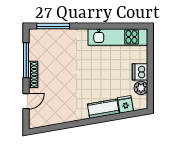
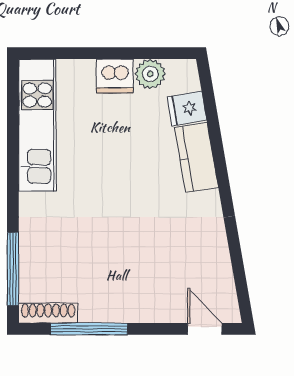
shoe rack: (33, 74) -> (48, 313), moved
door: (26, 101) -> (205, 329), moved

